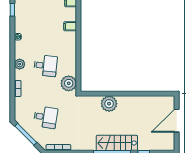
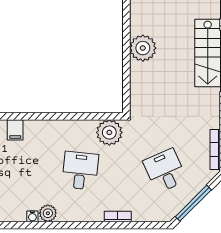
plant: (20, 64) -> (48, 213), moved
plant: (109, 104) -> (143, 48), moved
desk: (45, 117) -> (165, 171), turned -33

